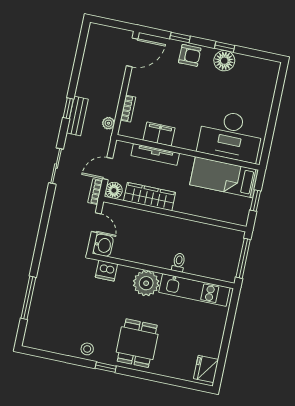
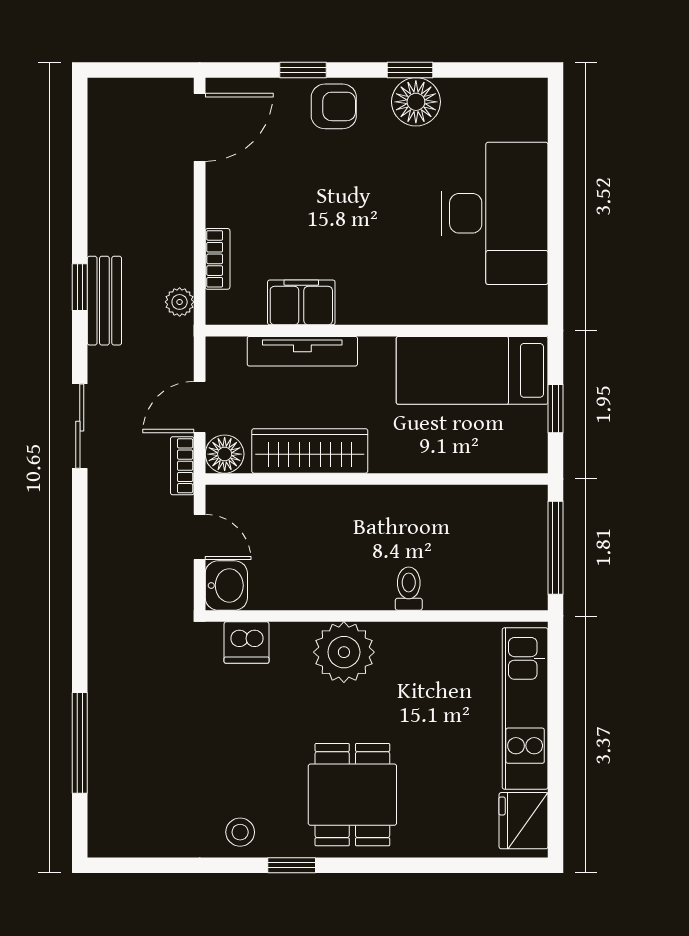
desk: (230, 136) -> (495, 213), moved, turned -90
kitchen unit: (194, 290) -> (525, 709), moved, turned 90

